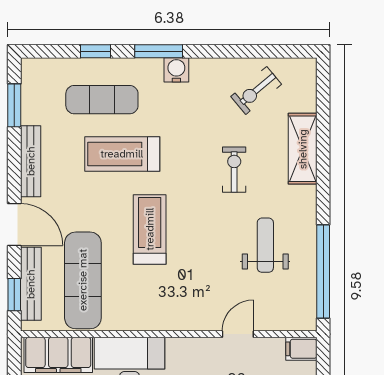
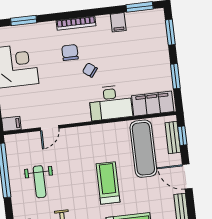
treadmill: (150, 229) -> (108, 183), turned 180
bench: (31, 284) -> (173, 138), width x0.73

